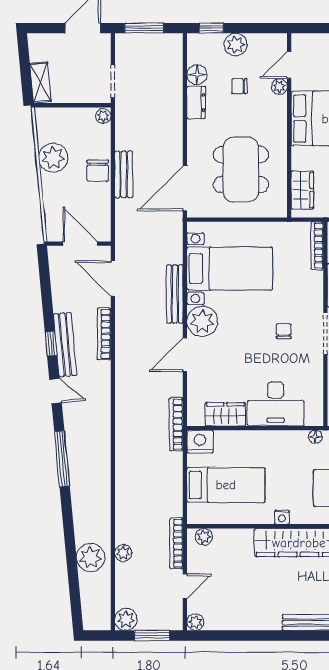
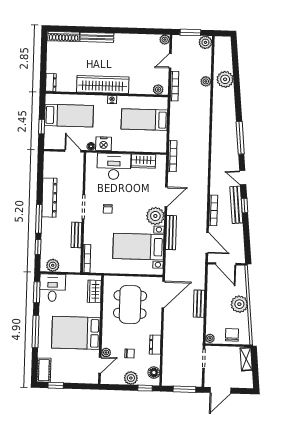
floor lamp: (197, 75) -> (154, 373), moved
plant: (53, 158) -> (239, 304), moved
chair: (98, 171) -> (232, 335), moved
nightstand: (200, 442) -> (104, 144), moved

